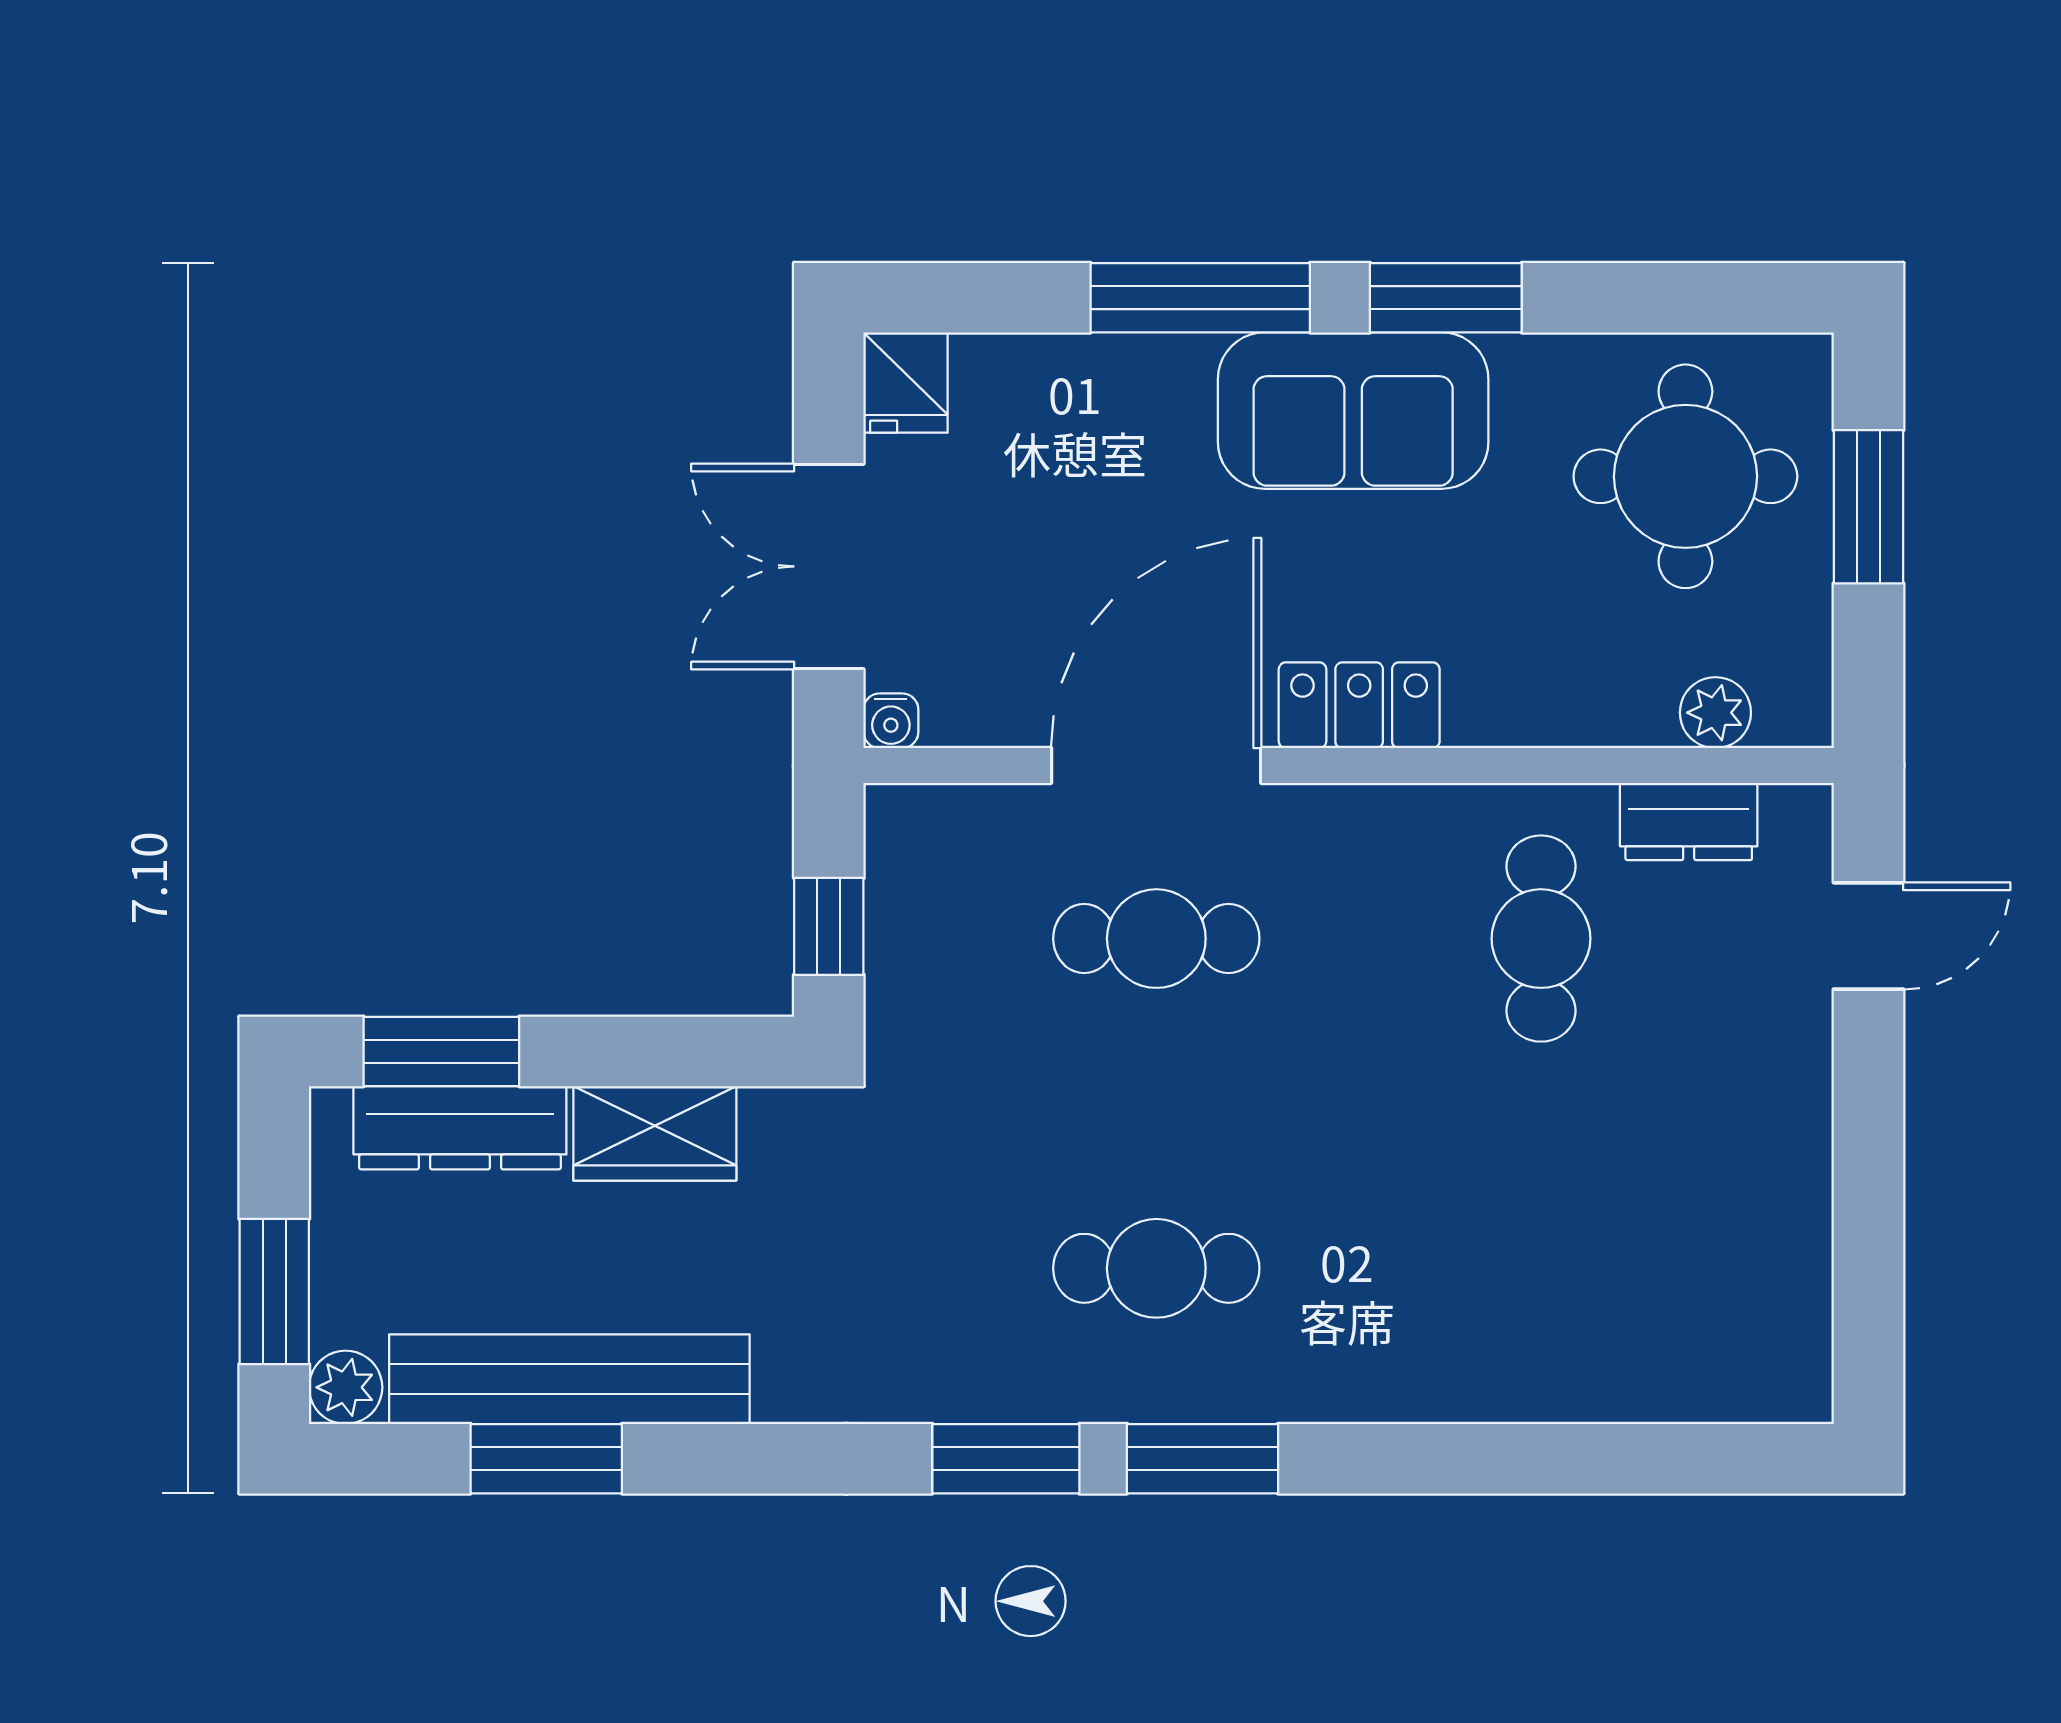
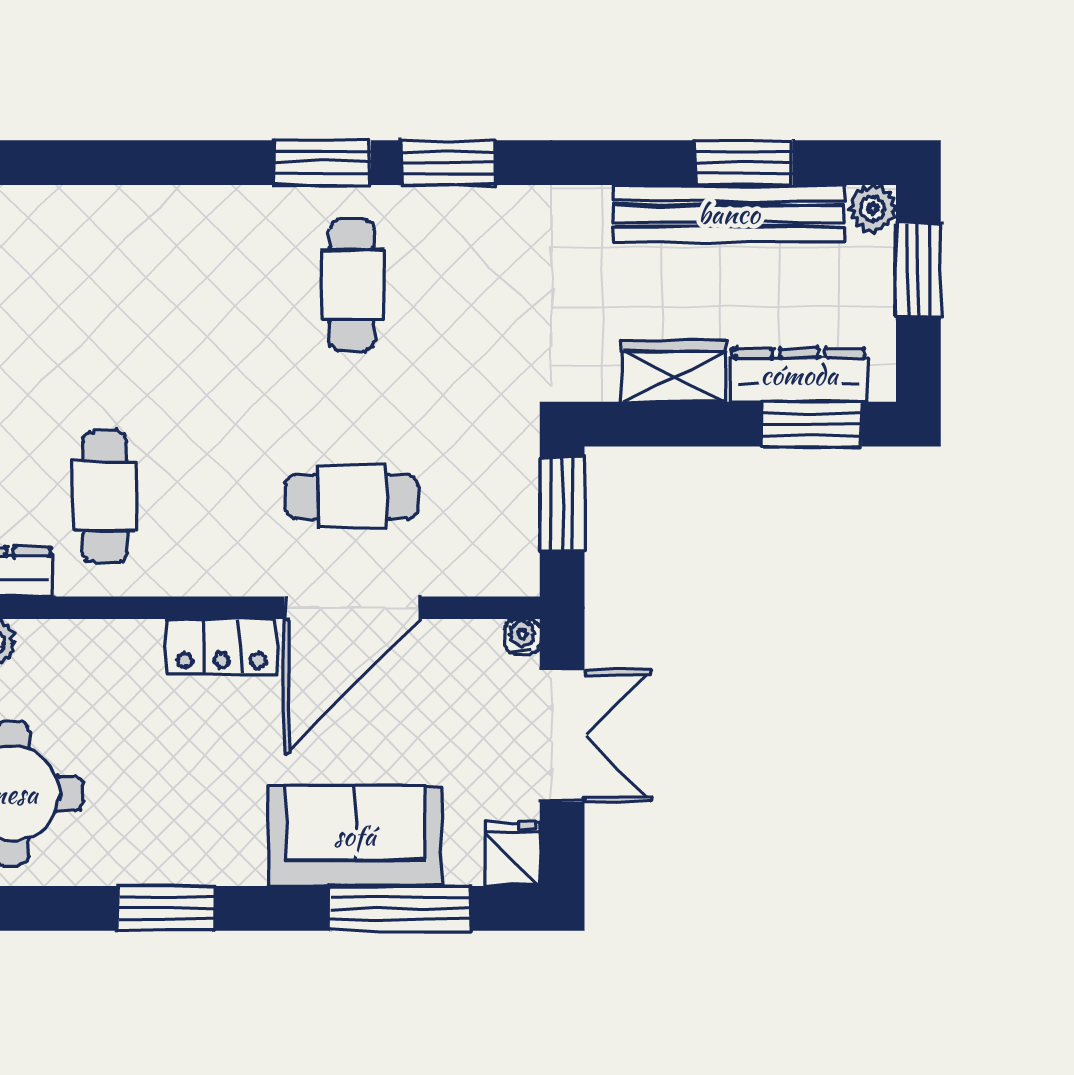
window: (1200, 298) -> (400, 908), moved
sofa: (1353, 411) -> (355, 836), moved
window: (829, 926) -> (562, 505), width x1.50
cafe table: (1156, 1268) -> (352, 285), turned 90

